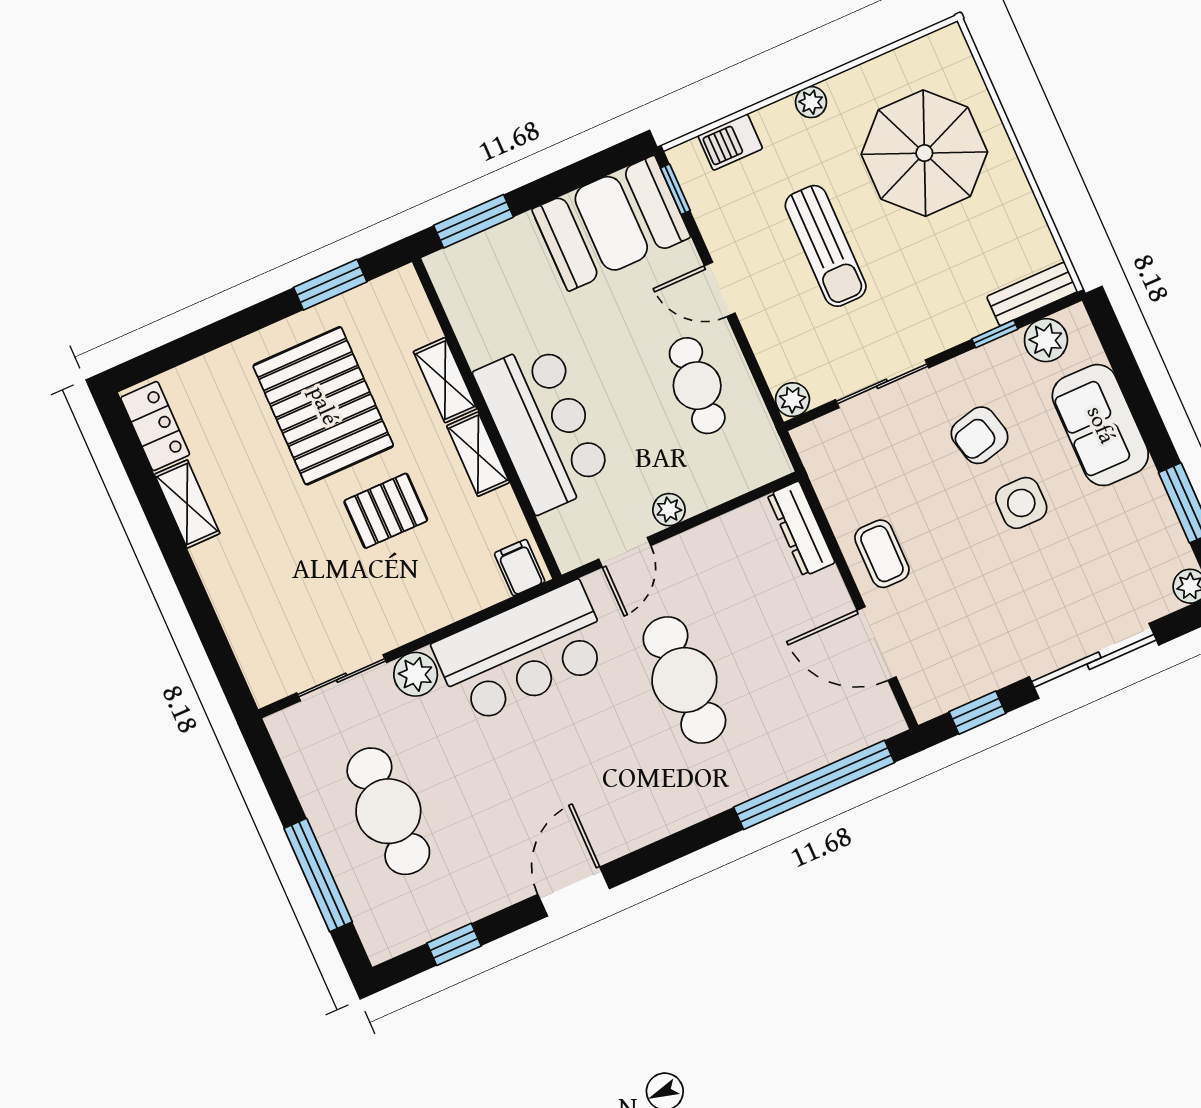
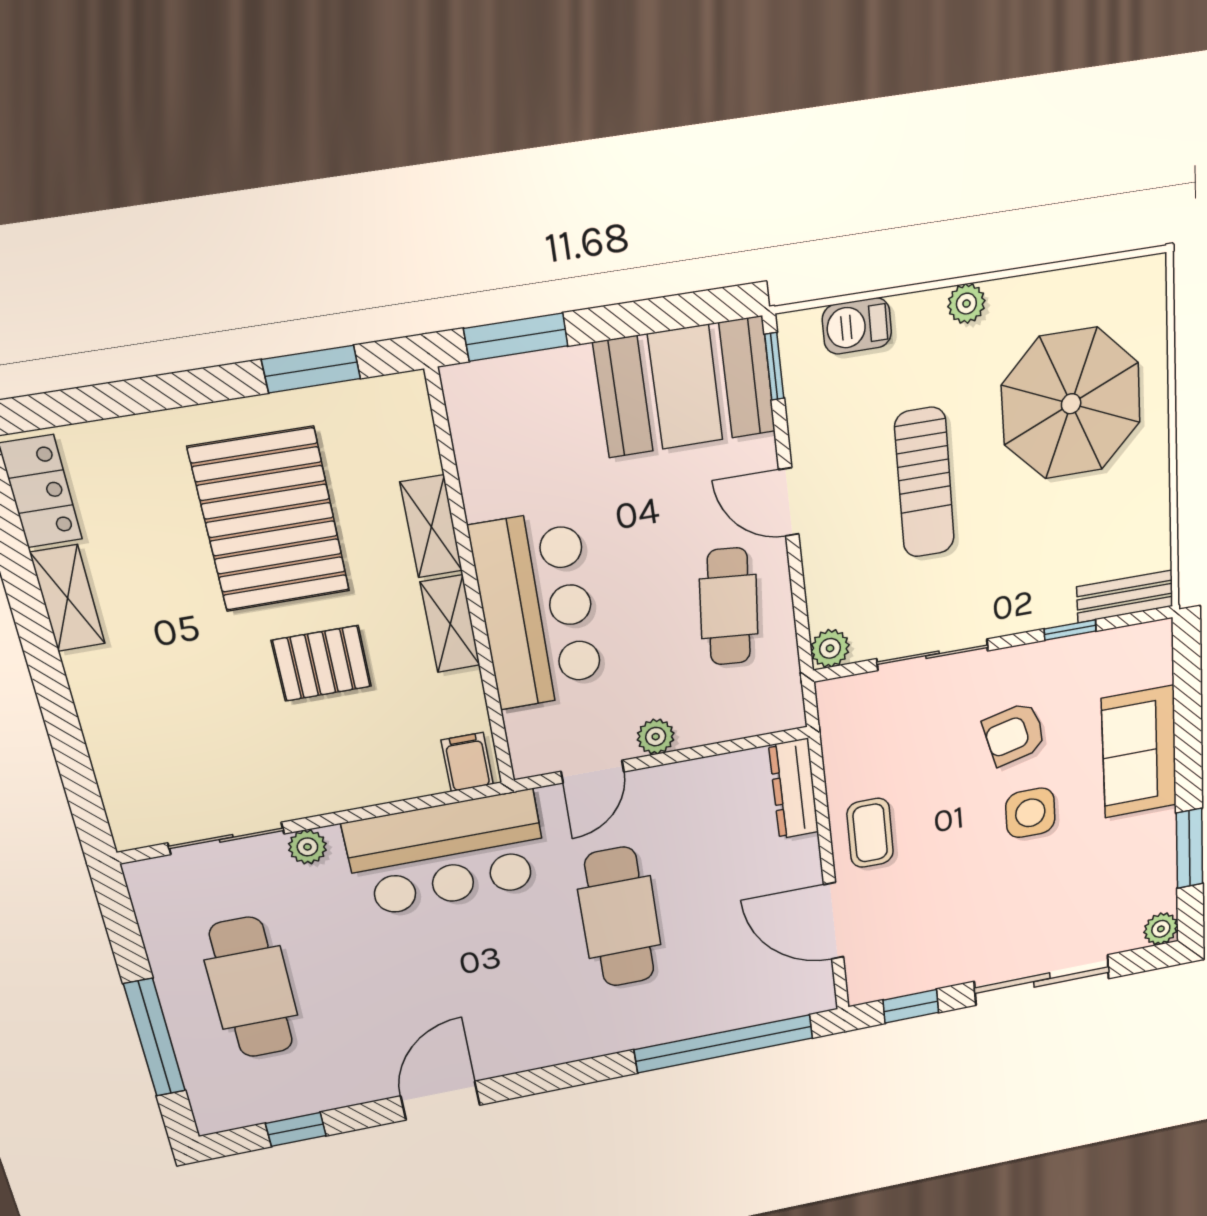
plant: (1046, 340) -> (1120, 650), removed
plant: (416, 674) -> (307, 847), width x0.73, depth x0.73

